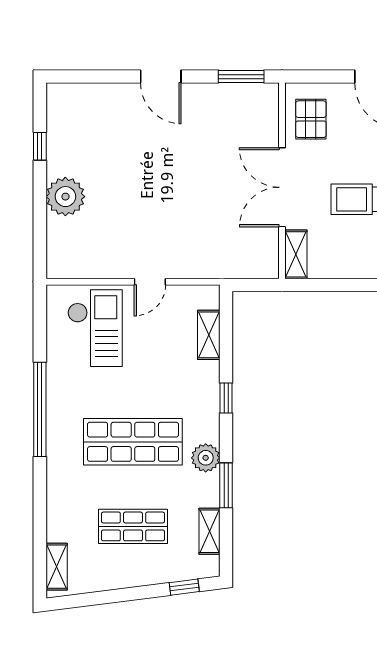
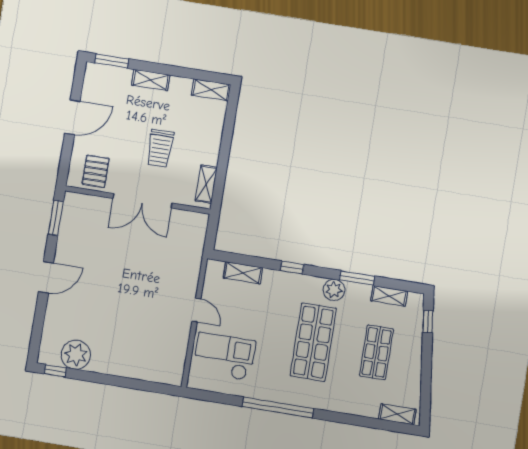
pallet: (311, 119) -> (96, 171), turned 90
window: (40, 146) -> (55, 371), moved
plant: (65, 197) -> (76, 355), moved
shelving: (296, 254) -> (206, 184), moved, turned 90

